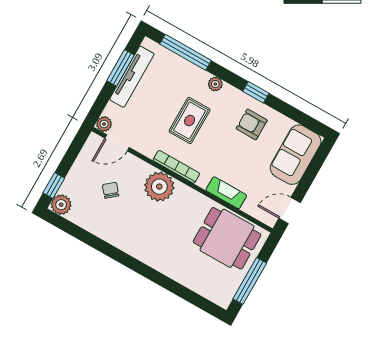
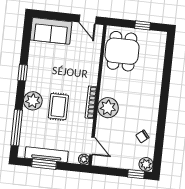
plant: (215, 84) -> (33, 101), width x1.87, depth x1.87
rug: (190, 121) -> (58, 107), turned 90
armchair: (252, 124) -> (44, 67), removed
chair: (111, 190) -> (142, 136), moved
fireplace: (226, 193) -> (94, 64), removed
window: (250, 281) -> (143, 25), width x0.46

